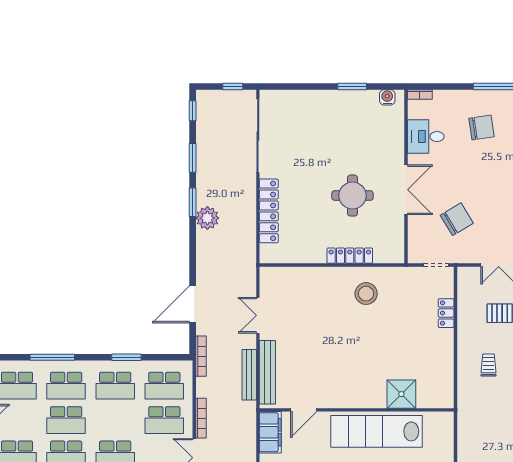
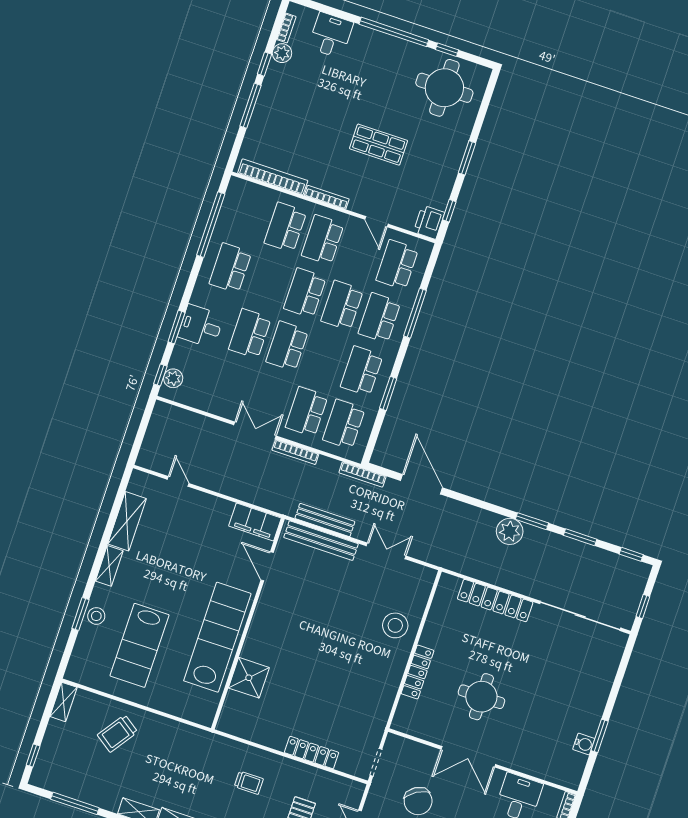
water cooler: (387, 97) -> (584, 744), moved
stool: (366, 294) -> (395, 625), moved
locker: (446, 313) -> (312, 753), width x1.53

